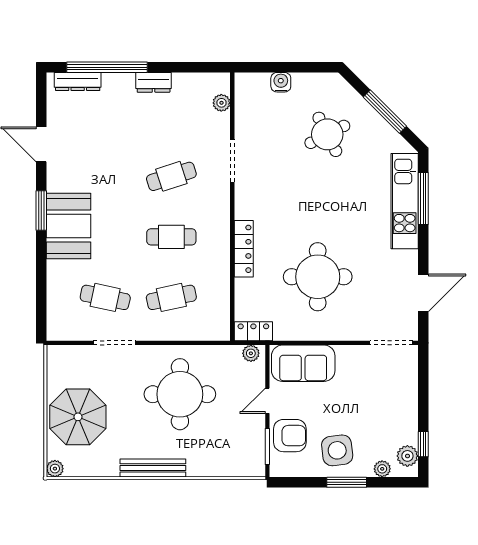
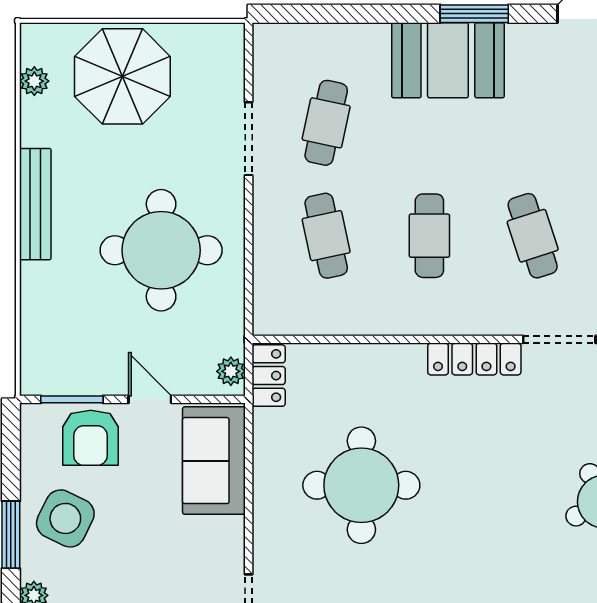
locker: (244, 249) -> (474, 359), moved
side table: (337, 450) -> (65, 518), turned 33
plant: (55, 469) -> (34, 81), moved

